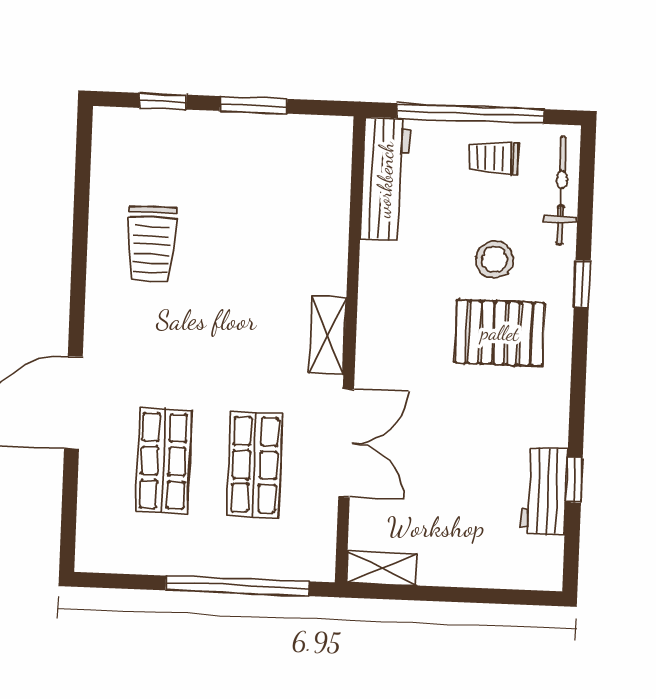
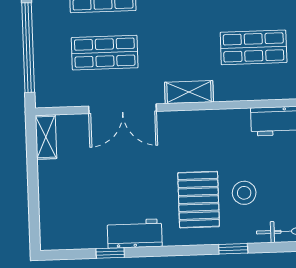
shop shelf: (264, 227) -> (254, 47), added
workbench: (544, 491) -> (135, 234), moved

